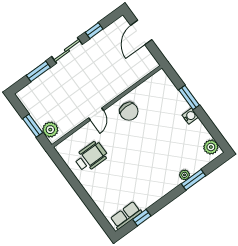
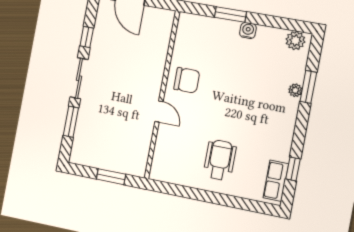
plant: (50, 130) -> (130, 165), removed
wheelchair: (91, 157) -> (220, 160), moved

